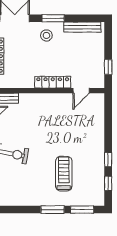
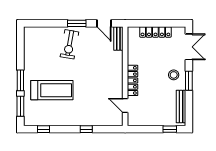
window: (108, 67) -> (170, 129), moved
window: (108, 160) -> (86, 129), moved
treadmill: (64, 174) -> (52, 90), width x1.37, depth x1.38

